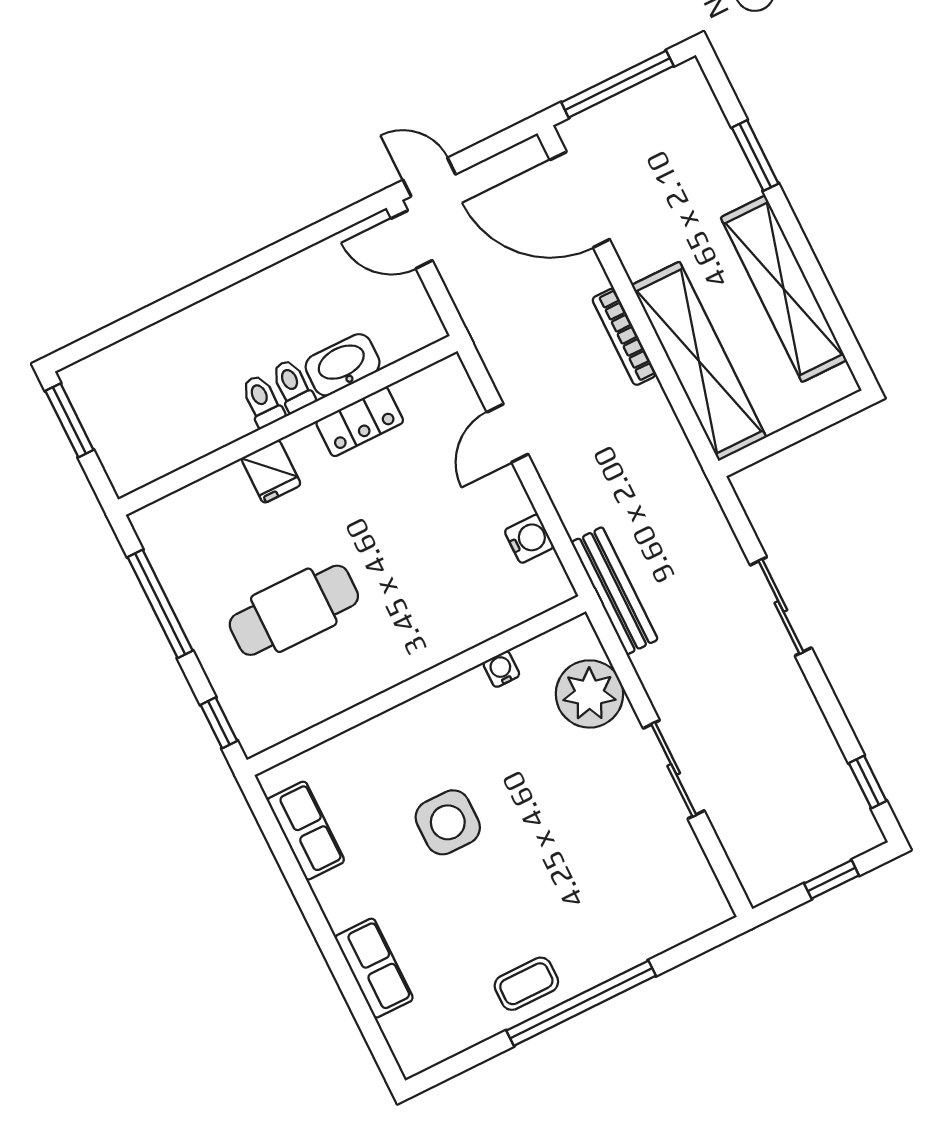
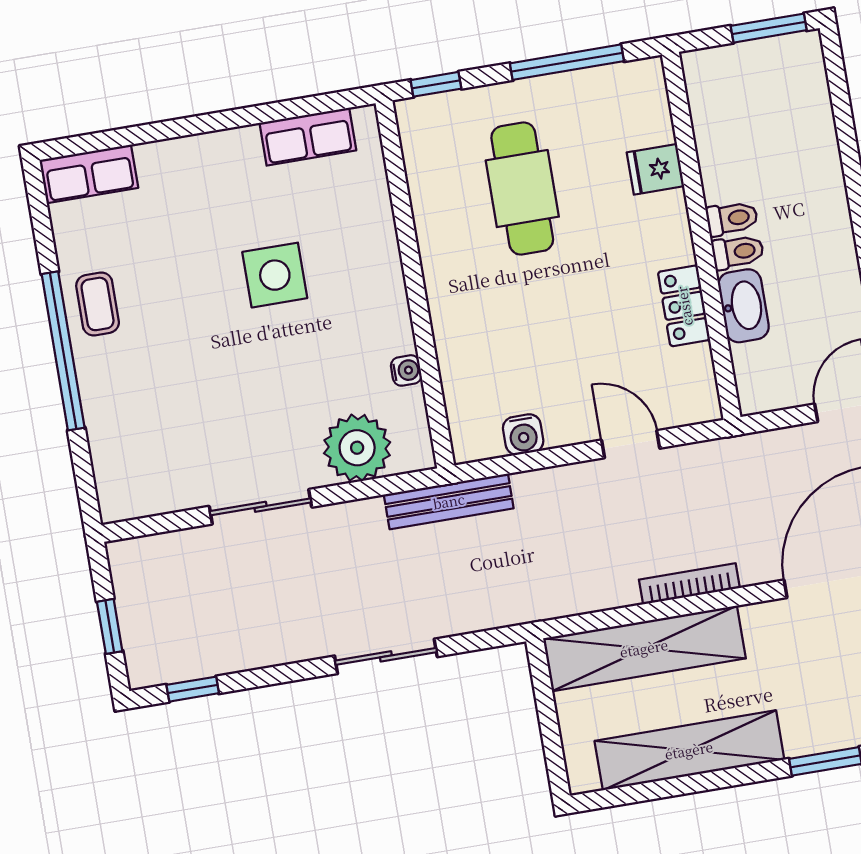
fridge: (271, 472) -> (655, 169), moved
row of seats: (374, 968) -> (89, 174), moved

